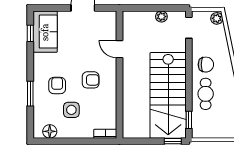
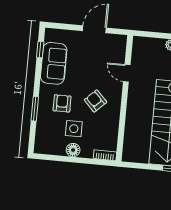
sofa: (45, 32) -> (54, 63), moved
armchair: (91, 80) -> (95, 101), turned -134
floor lamp: (50, 131) -> (73, 150), moved

